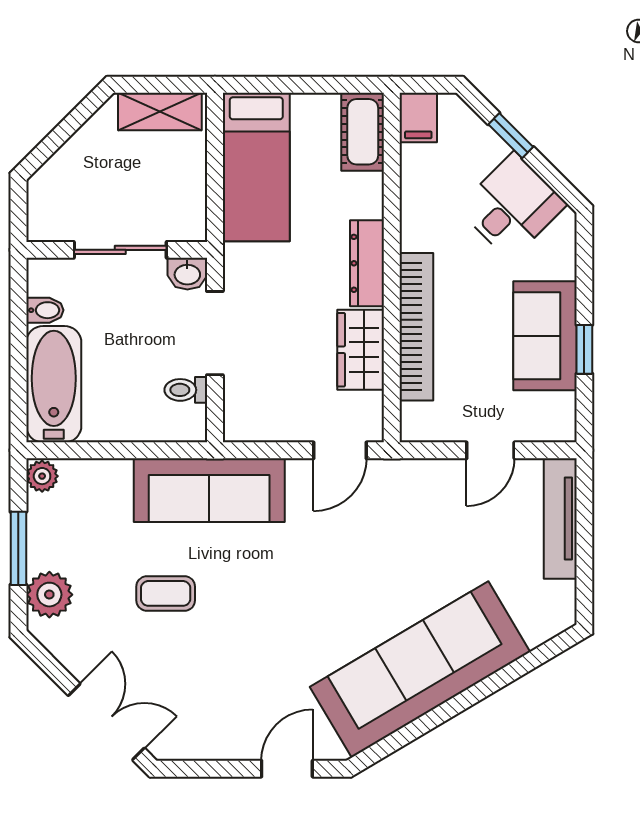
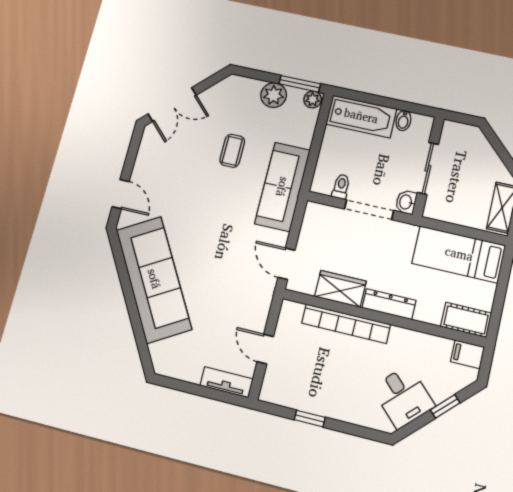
sofa: (545, 336) -> (323, 397), removed
tv unit: (560, 519) -> (226, 382), width x0.71
window: (18, 548) -> (300, 84), moved
plant: (49, 595) -> (274, 95), moved

